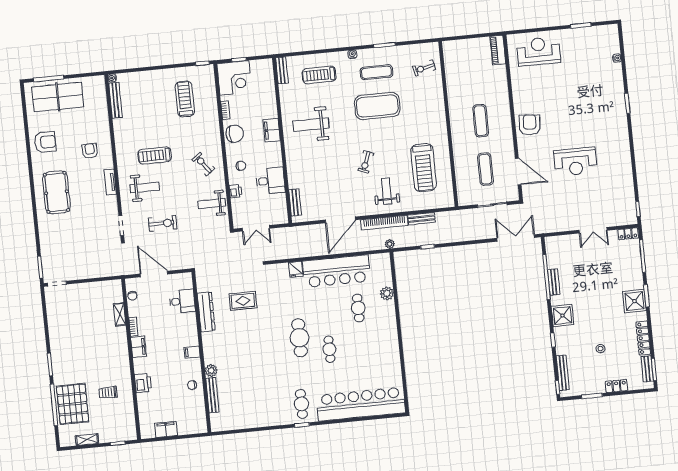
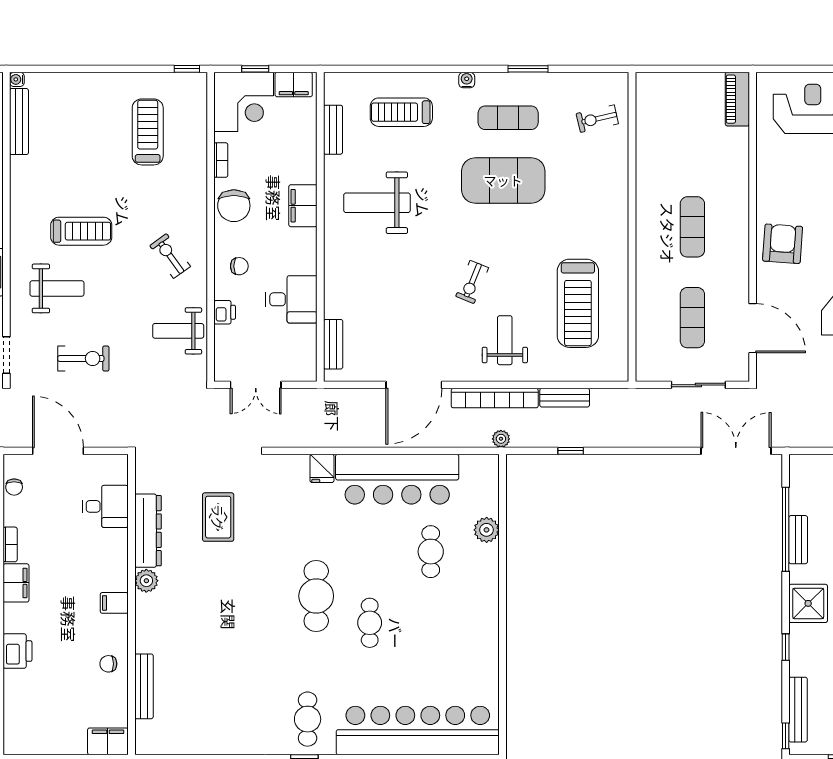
filing cabinet: (260, 66) -> (294, 85), added
bench: (282, 70) -> (333, 130), moved
chair: (235, 134) -> (234, 206), turned 90
treadmill: (155, 156) -> (81, 231), turned 180
rug: (243, 301) -> (218, 517), turned 90
plant: (211, 371) -> (146, 581), moved
filing cabinet: (166, 429) -> (108, 741), moved

